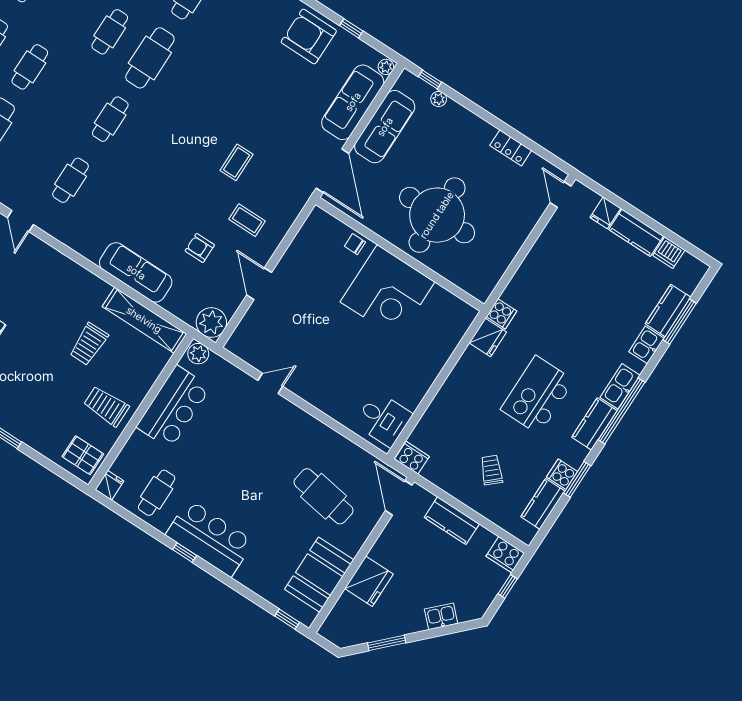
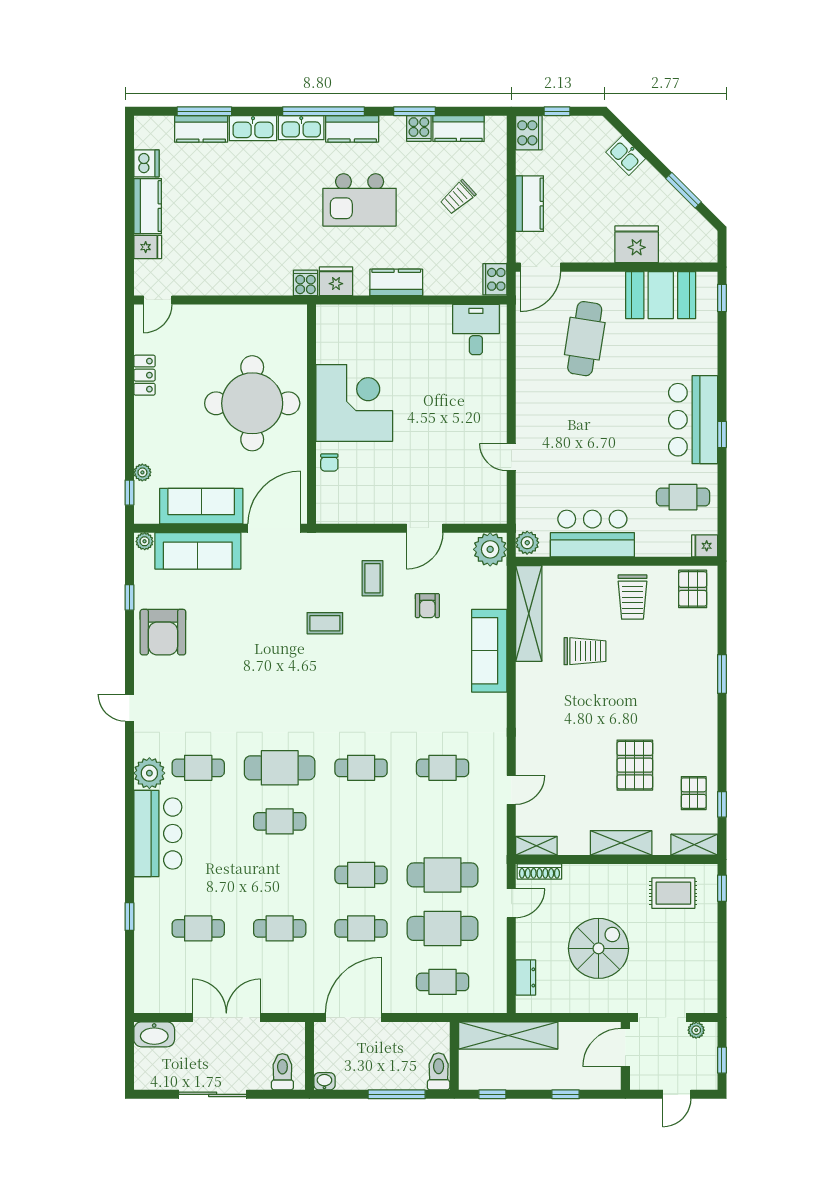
kitchen sink: (646, 345) -> (253, 128), width x1.38
kitchen counter: (458, 382) -> (396, 282), added

